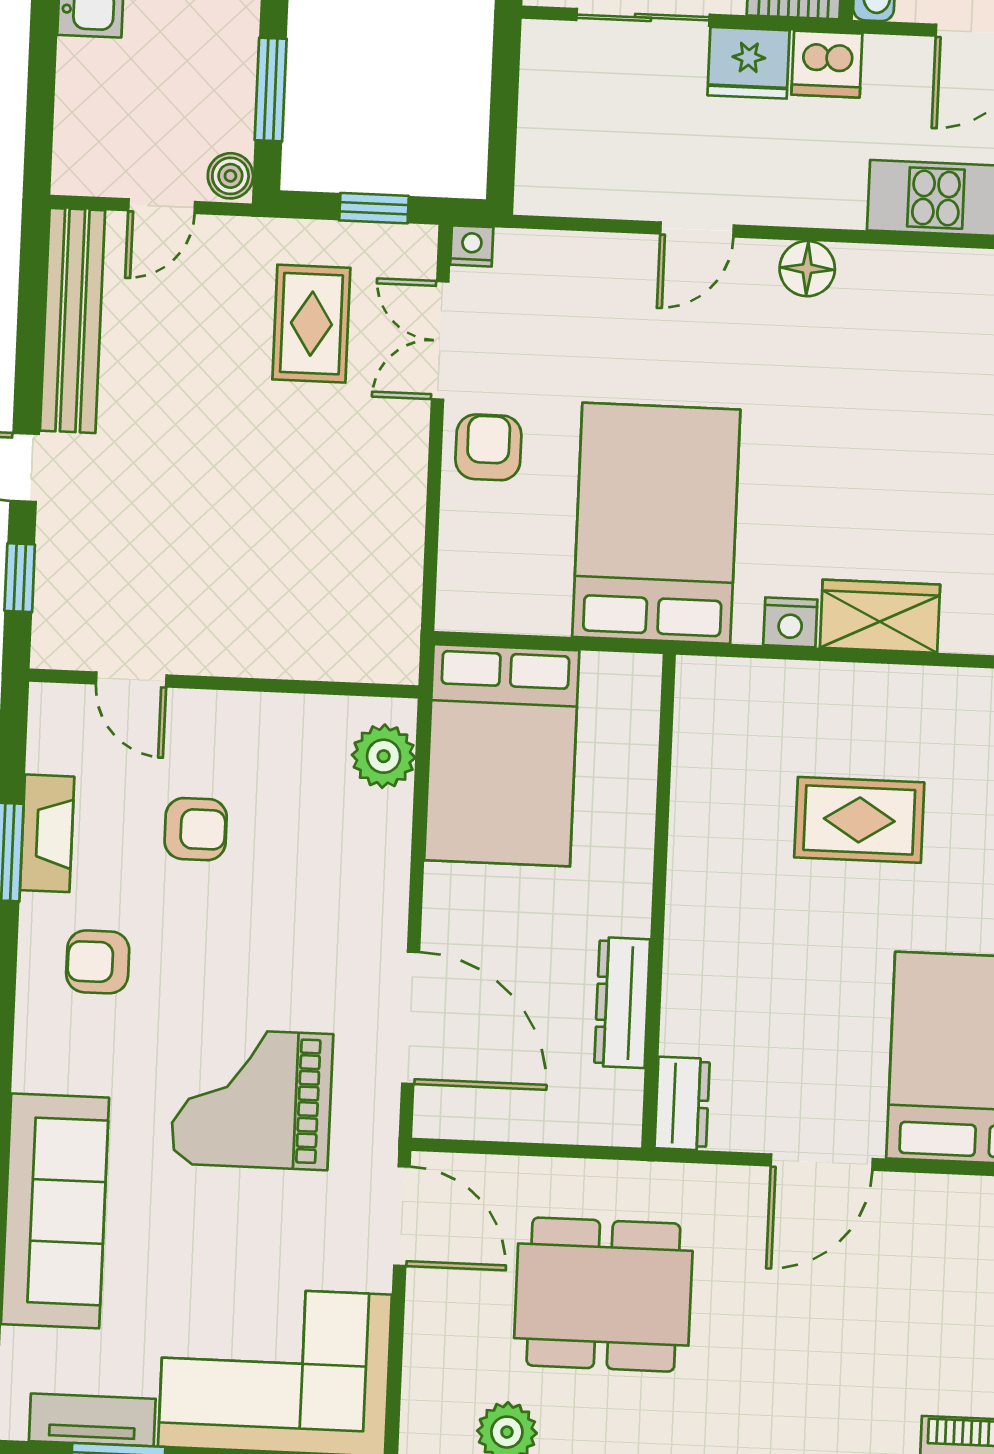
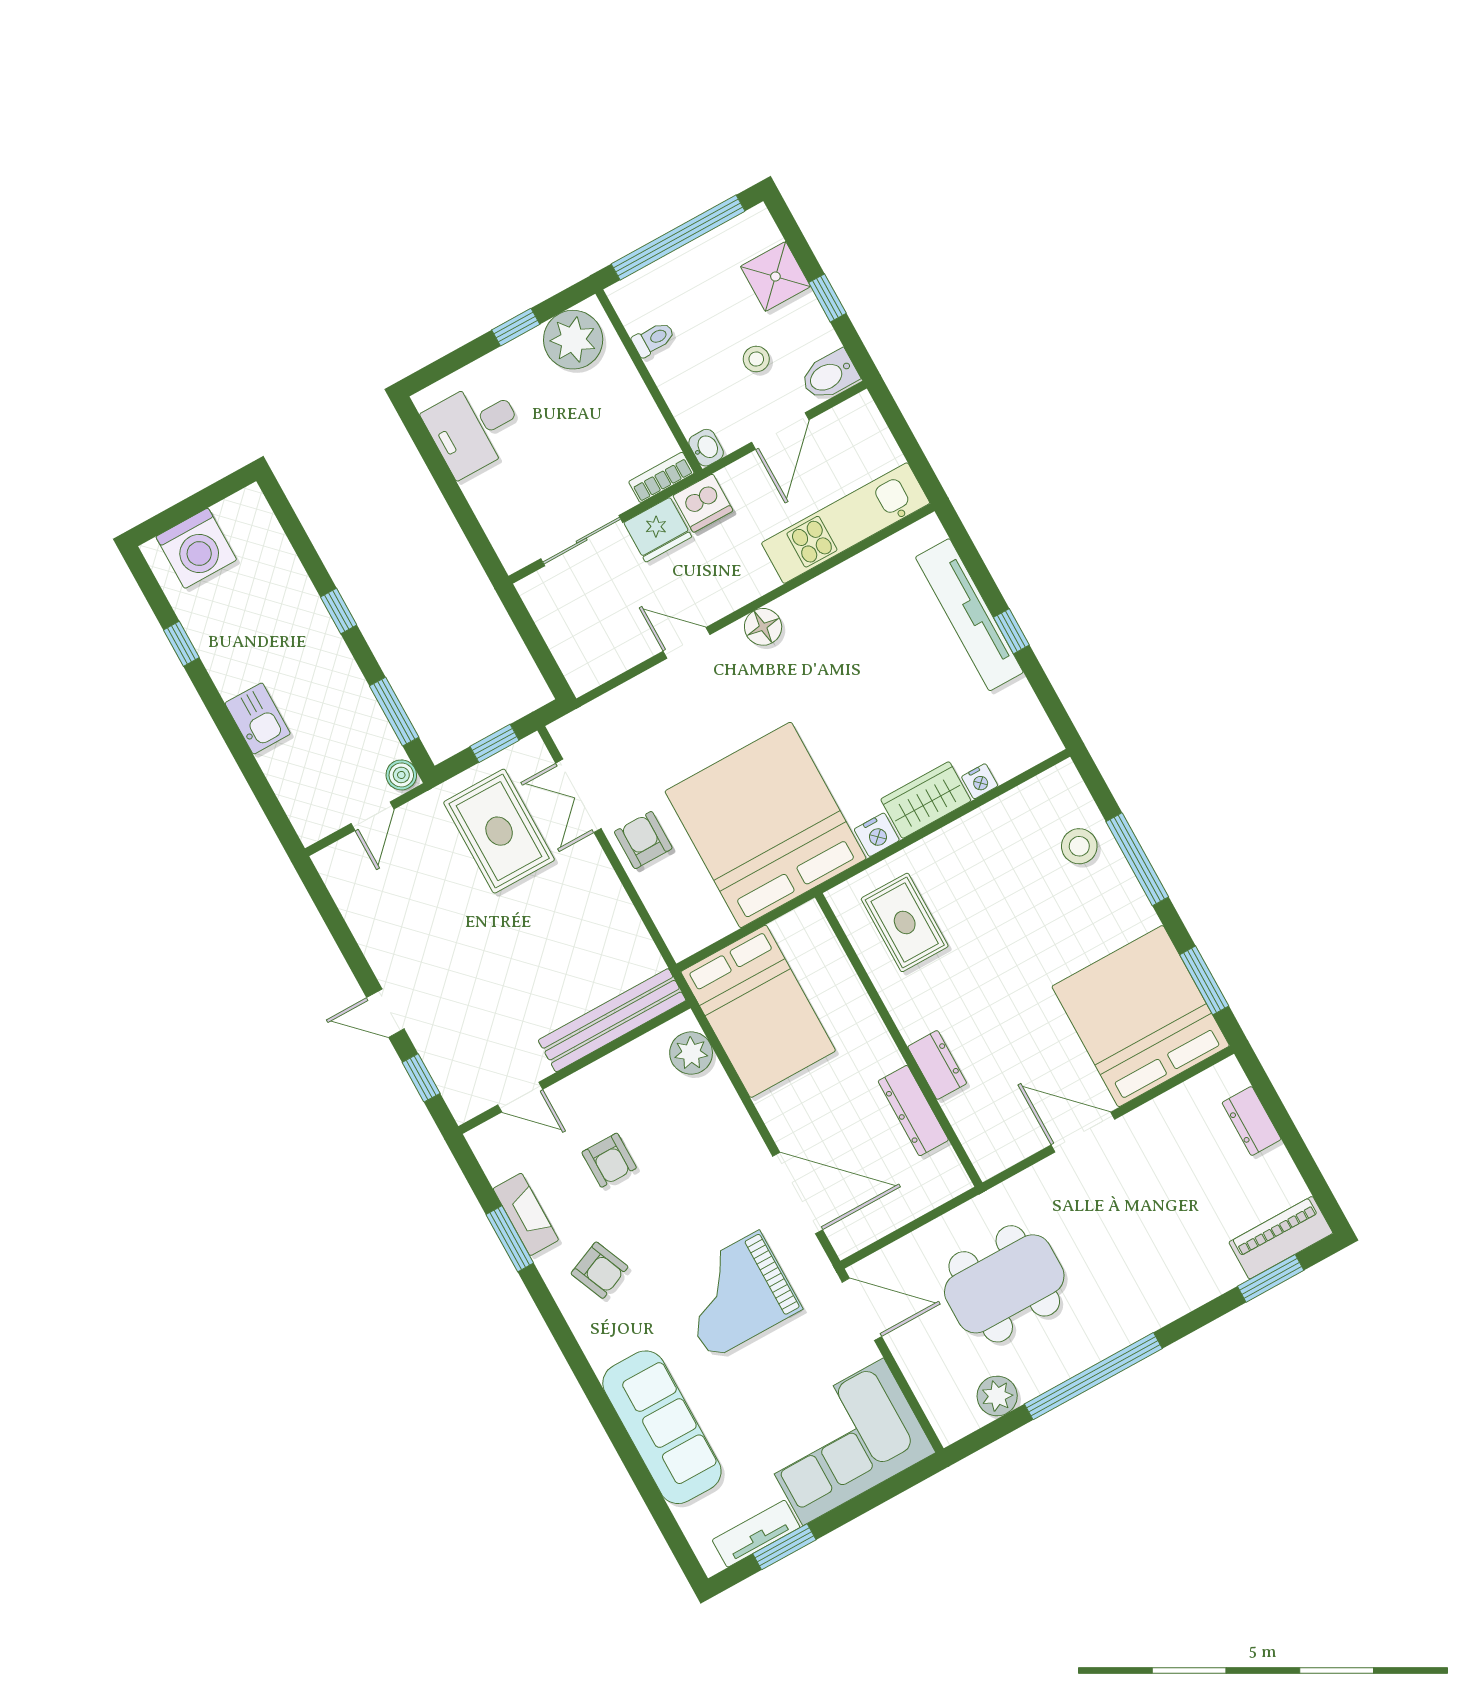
door: (697, 229) -> (686, 643), swing flipped
nightstand: (472, 246) -> (980, 781), moved, turned 180
bench: (73, 320) -> (612, 1020), moved, turned 90
rug: (311, 324) -> (499, 831), width x1.36, depth x1.43
bed: (656, 523) -> (766, 825), width x1.36
rug: (859, 820) -> (905, 922), moved, turned 90
armchair: (196, 829) -> (609, 1160), turned 90
armchair: (98, 962) -> (599, 1270), turned -113
dresser: (682, 1104) -> (937, 1065), moved
door: (822, 1162) -> (1083, 1132), swing flipped

